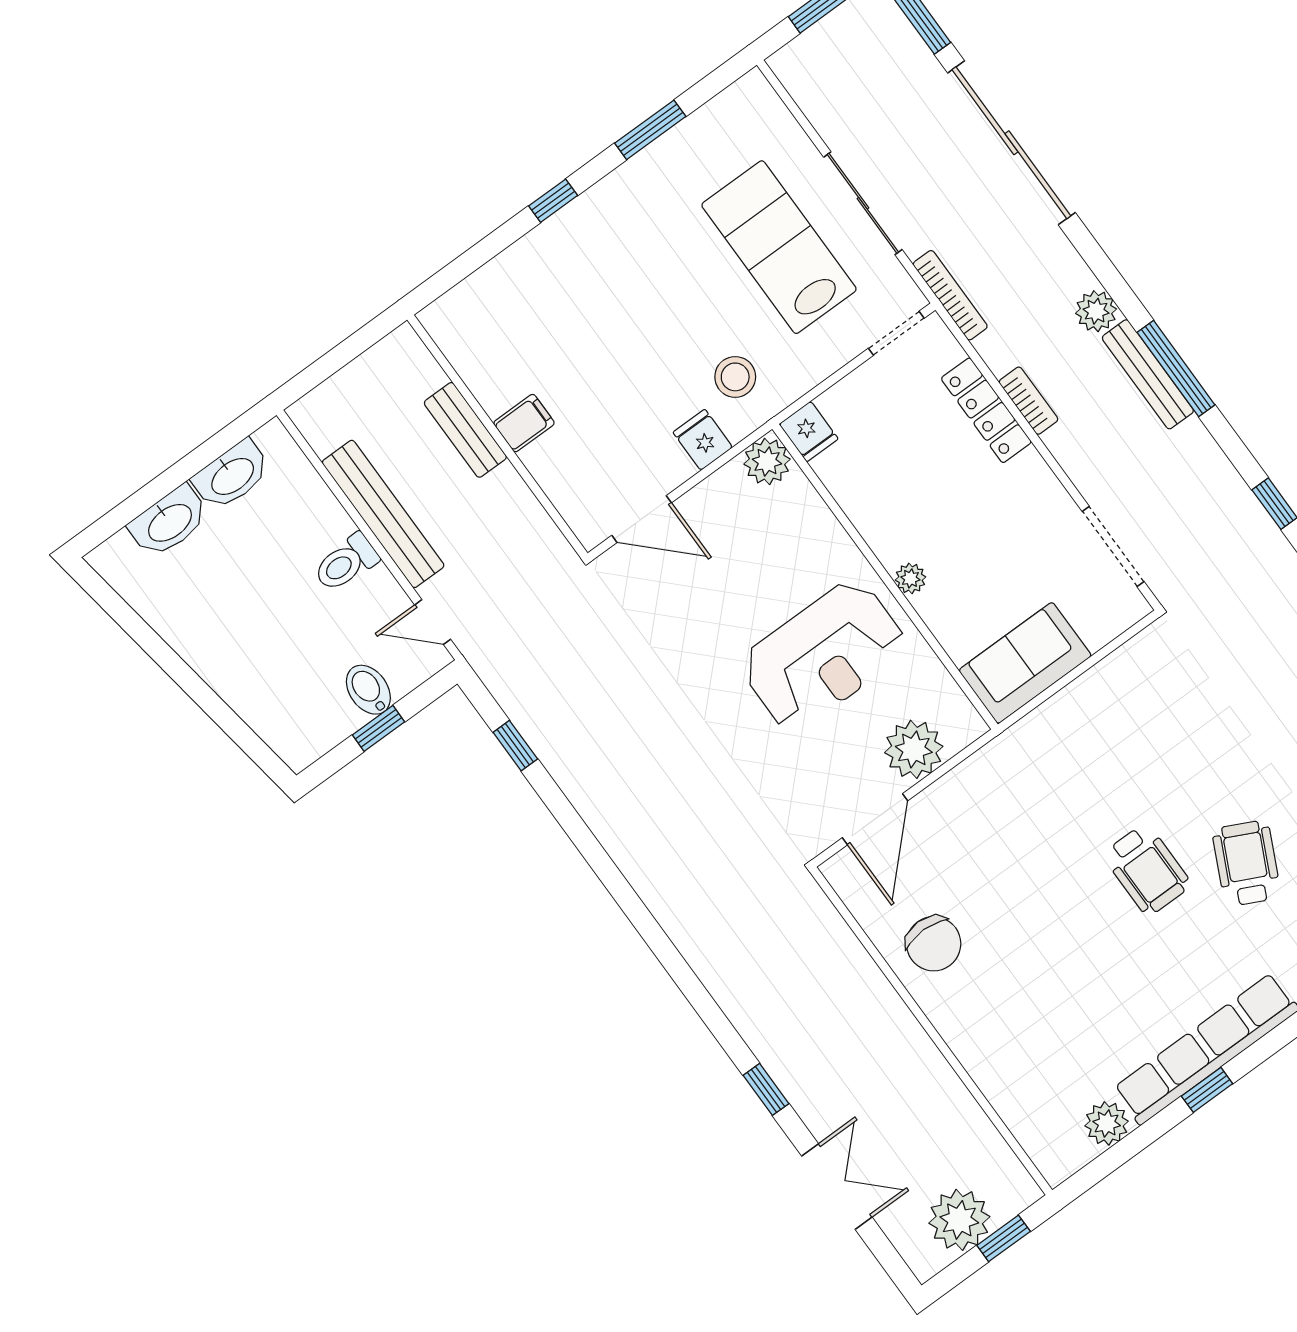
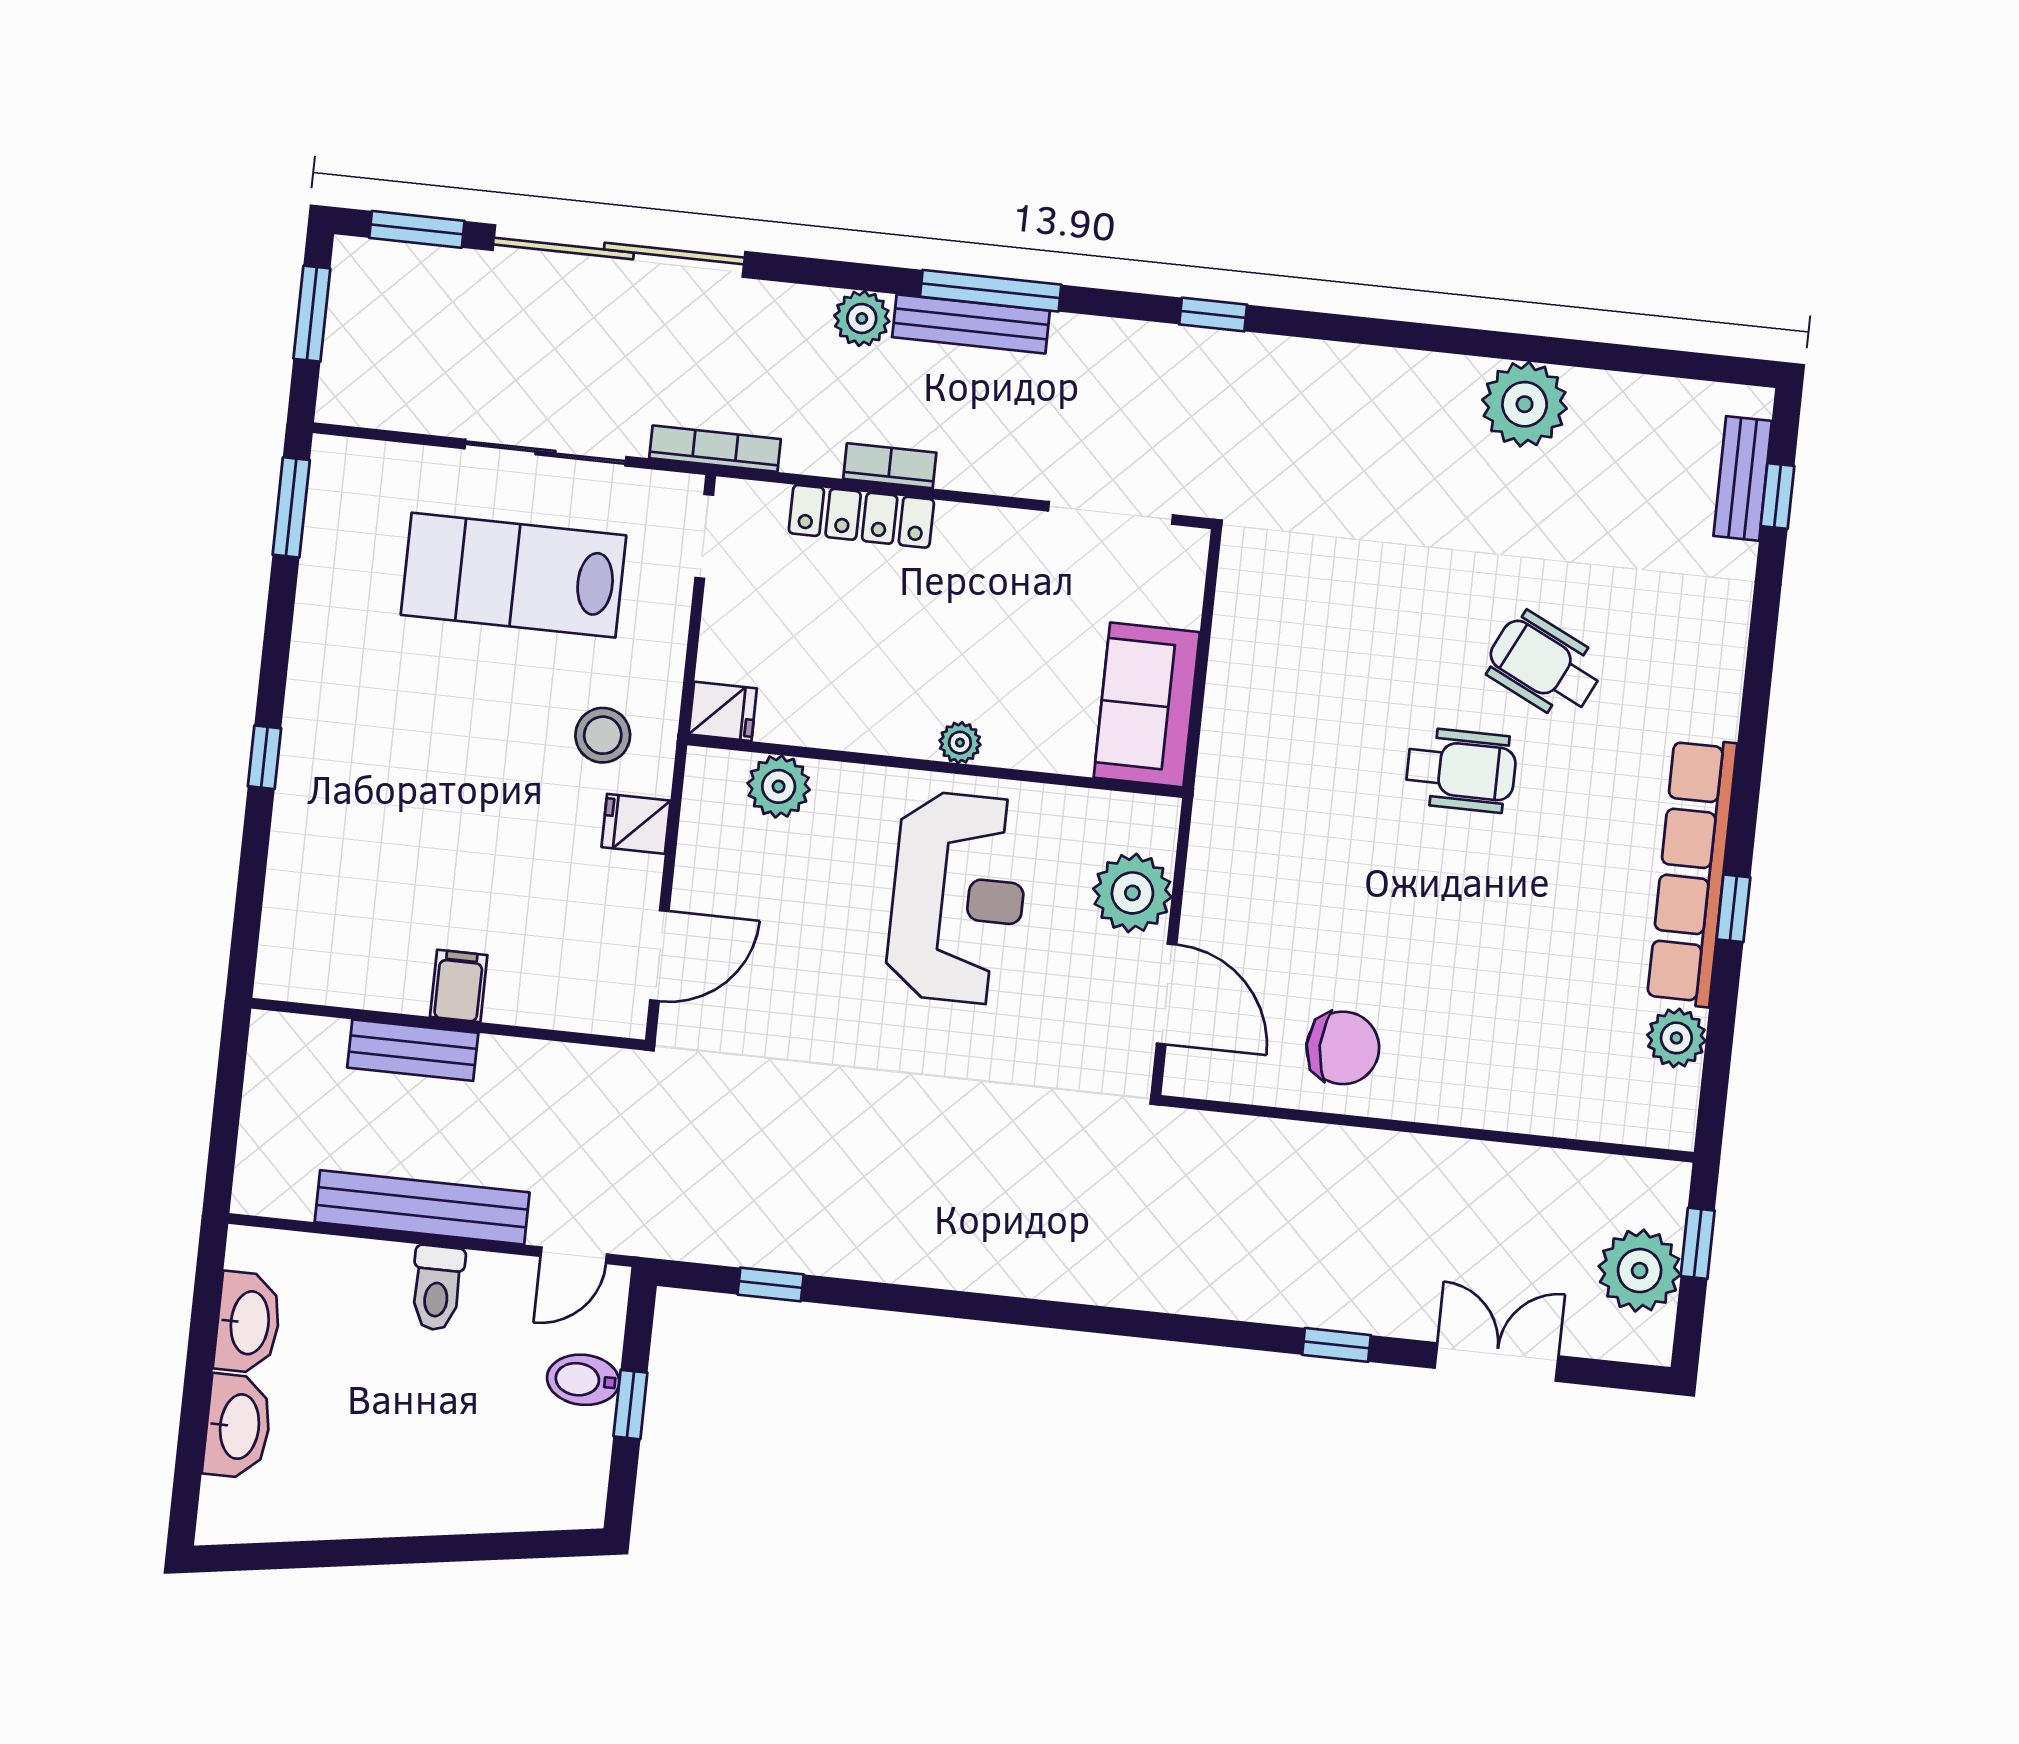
window: (650, 130) -> (291, 507), moved
plant: (767, 462) -> (779, 786), moved

